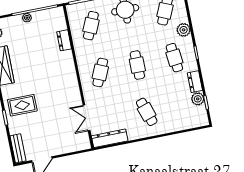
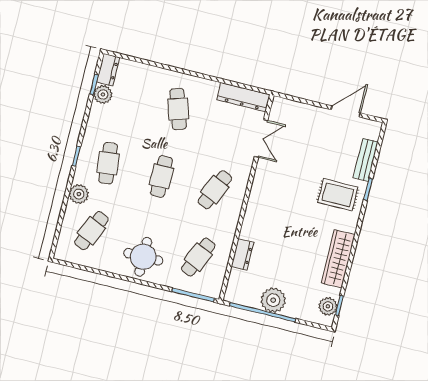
plant: (27, 18) -> (273, 300), width x1.87, depth x1.87
dresser: (195, 82) -> (108, 70), moved
bench: (18, 148) -> (366, 160), moved

